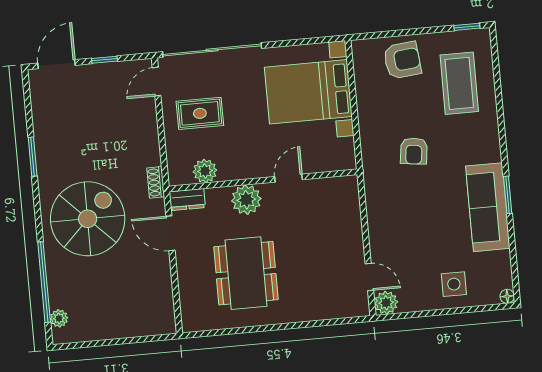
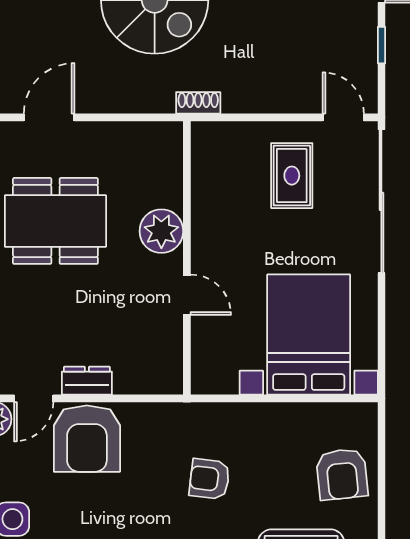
plant: (205, 171) -> (208, 175), removed
dresser: (187, 200) -> (87, 381), moved, turned 90
door: (170, 233) -> (49, 117), moved
armchair: (394, 238) -> (87, 439), added

